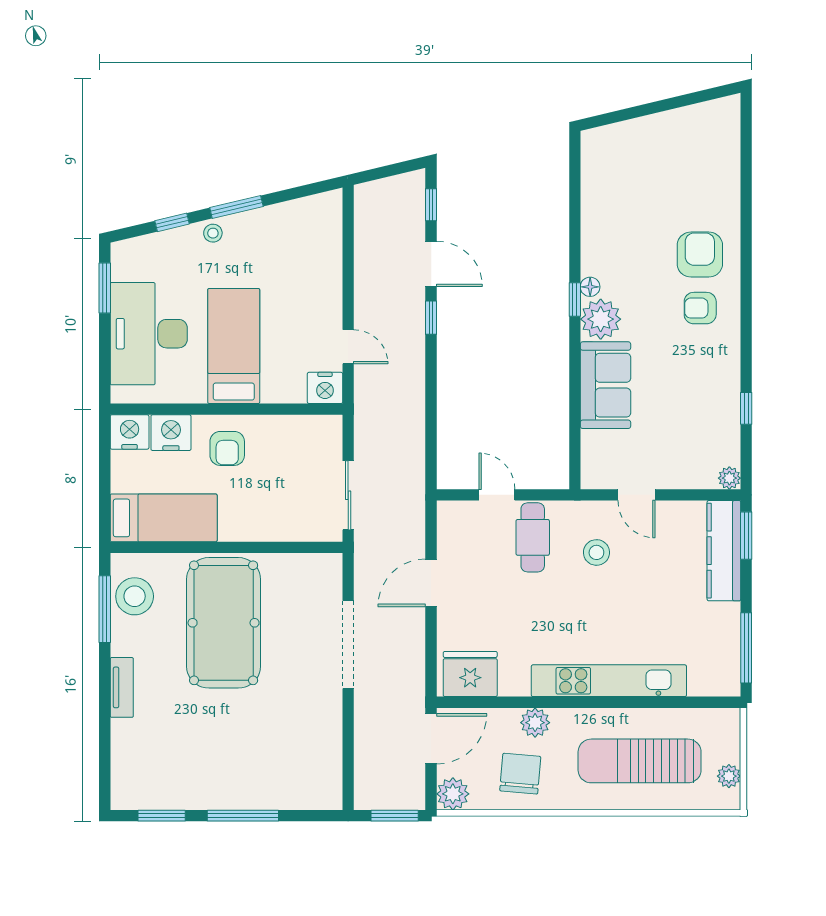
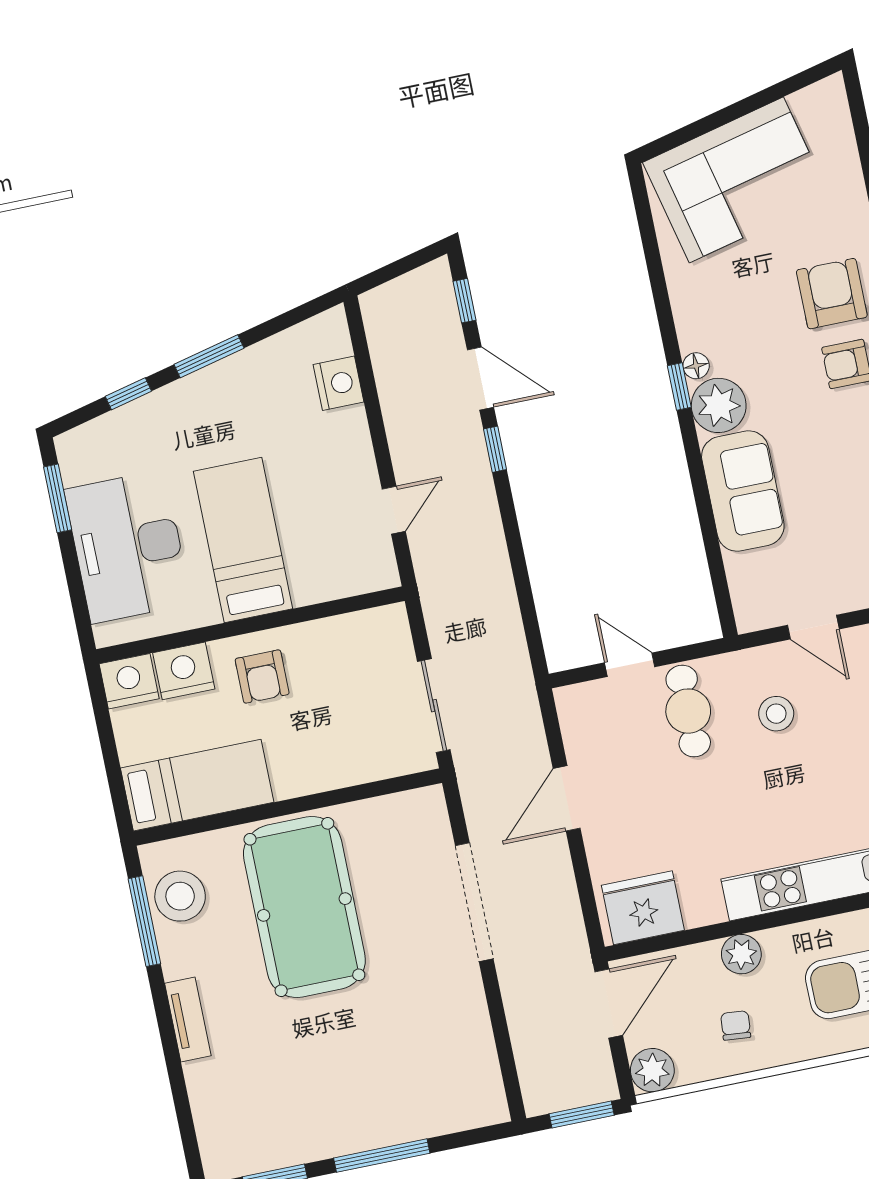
corner sofa: (647, 157) -> (736, 180), added
stool: (213, 233) -> (185, 397), removed
door: (348, 347) -> (394, 510), hinge flipped
nightstand: (325, 388) -> (339, 383), moved, turned -90
chair: (520, 774) -> (736, 1025), width x0.54, depth x0.54

